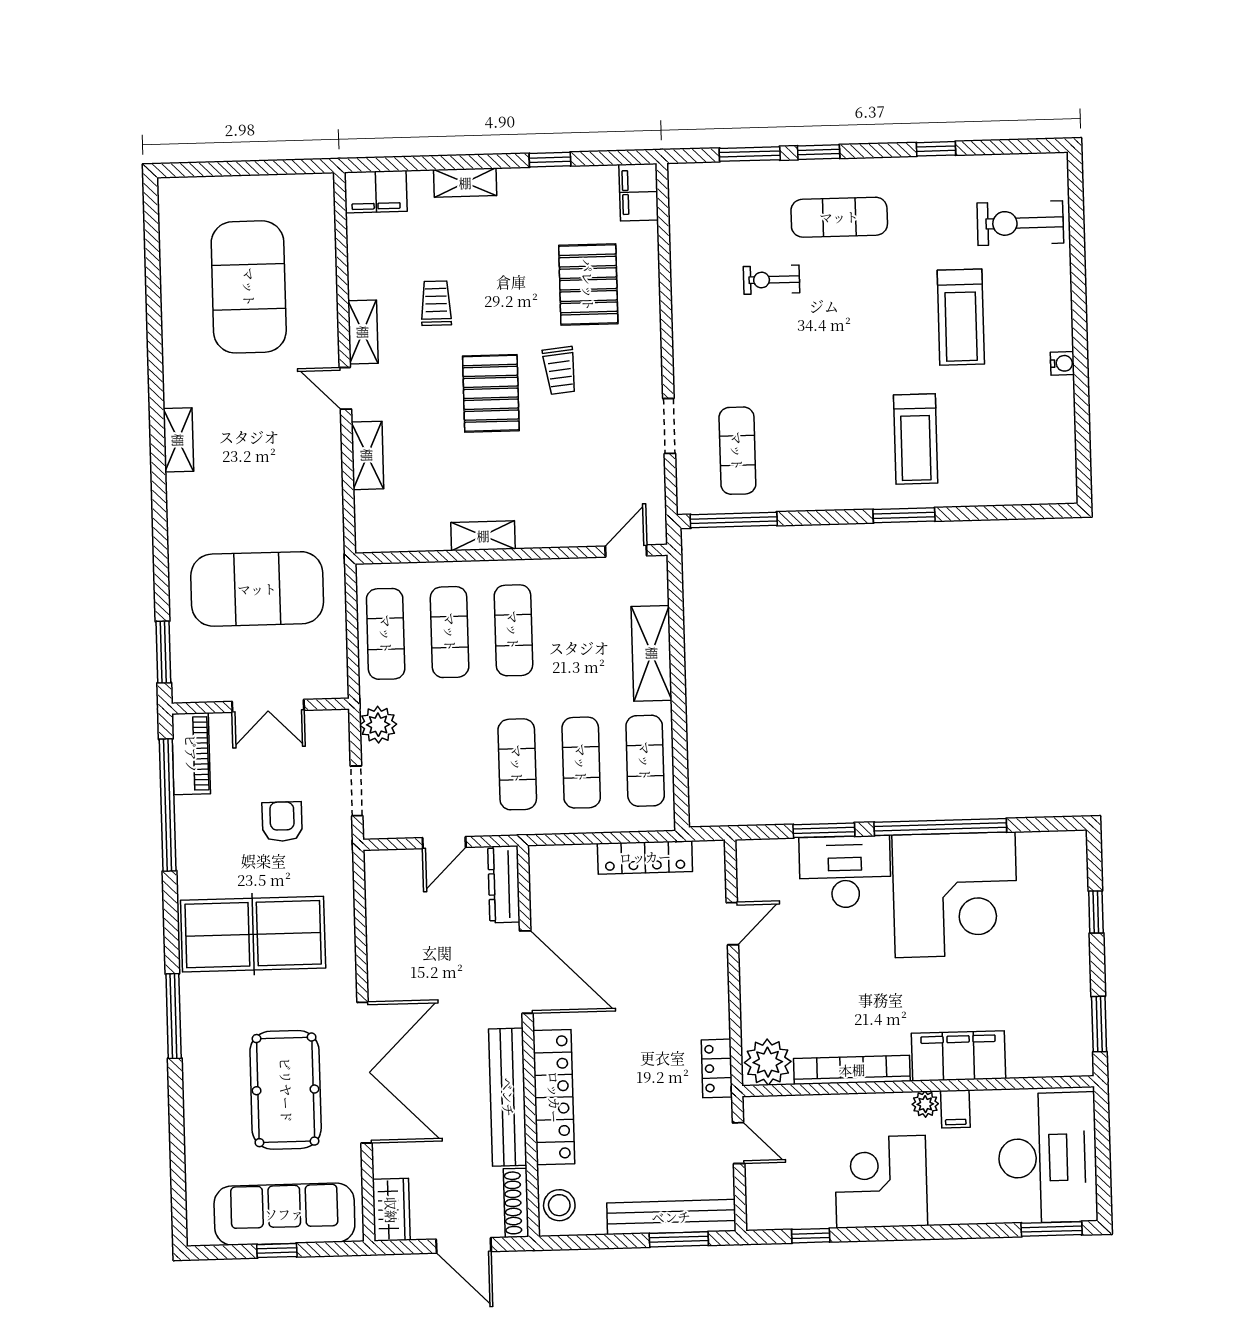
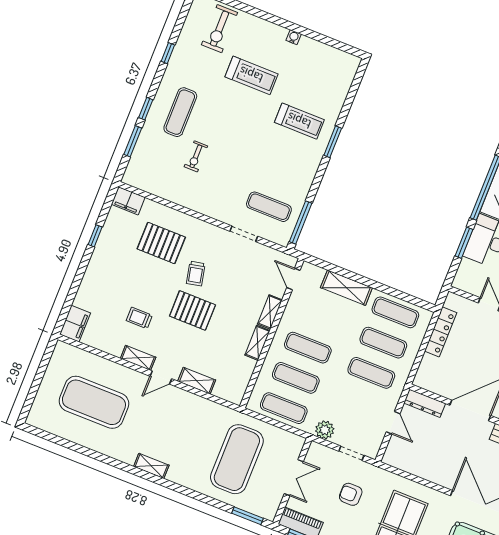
shelving: (465, 183) -> (270, 312), moved
trolley: (560, 371) -> (196, 274), turned 84

